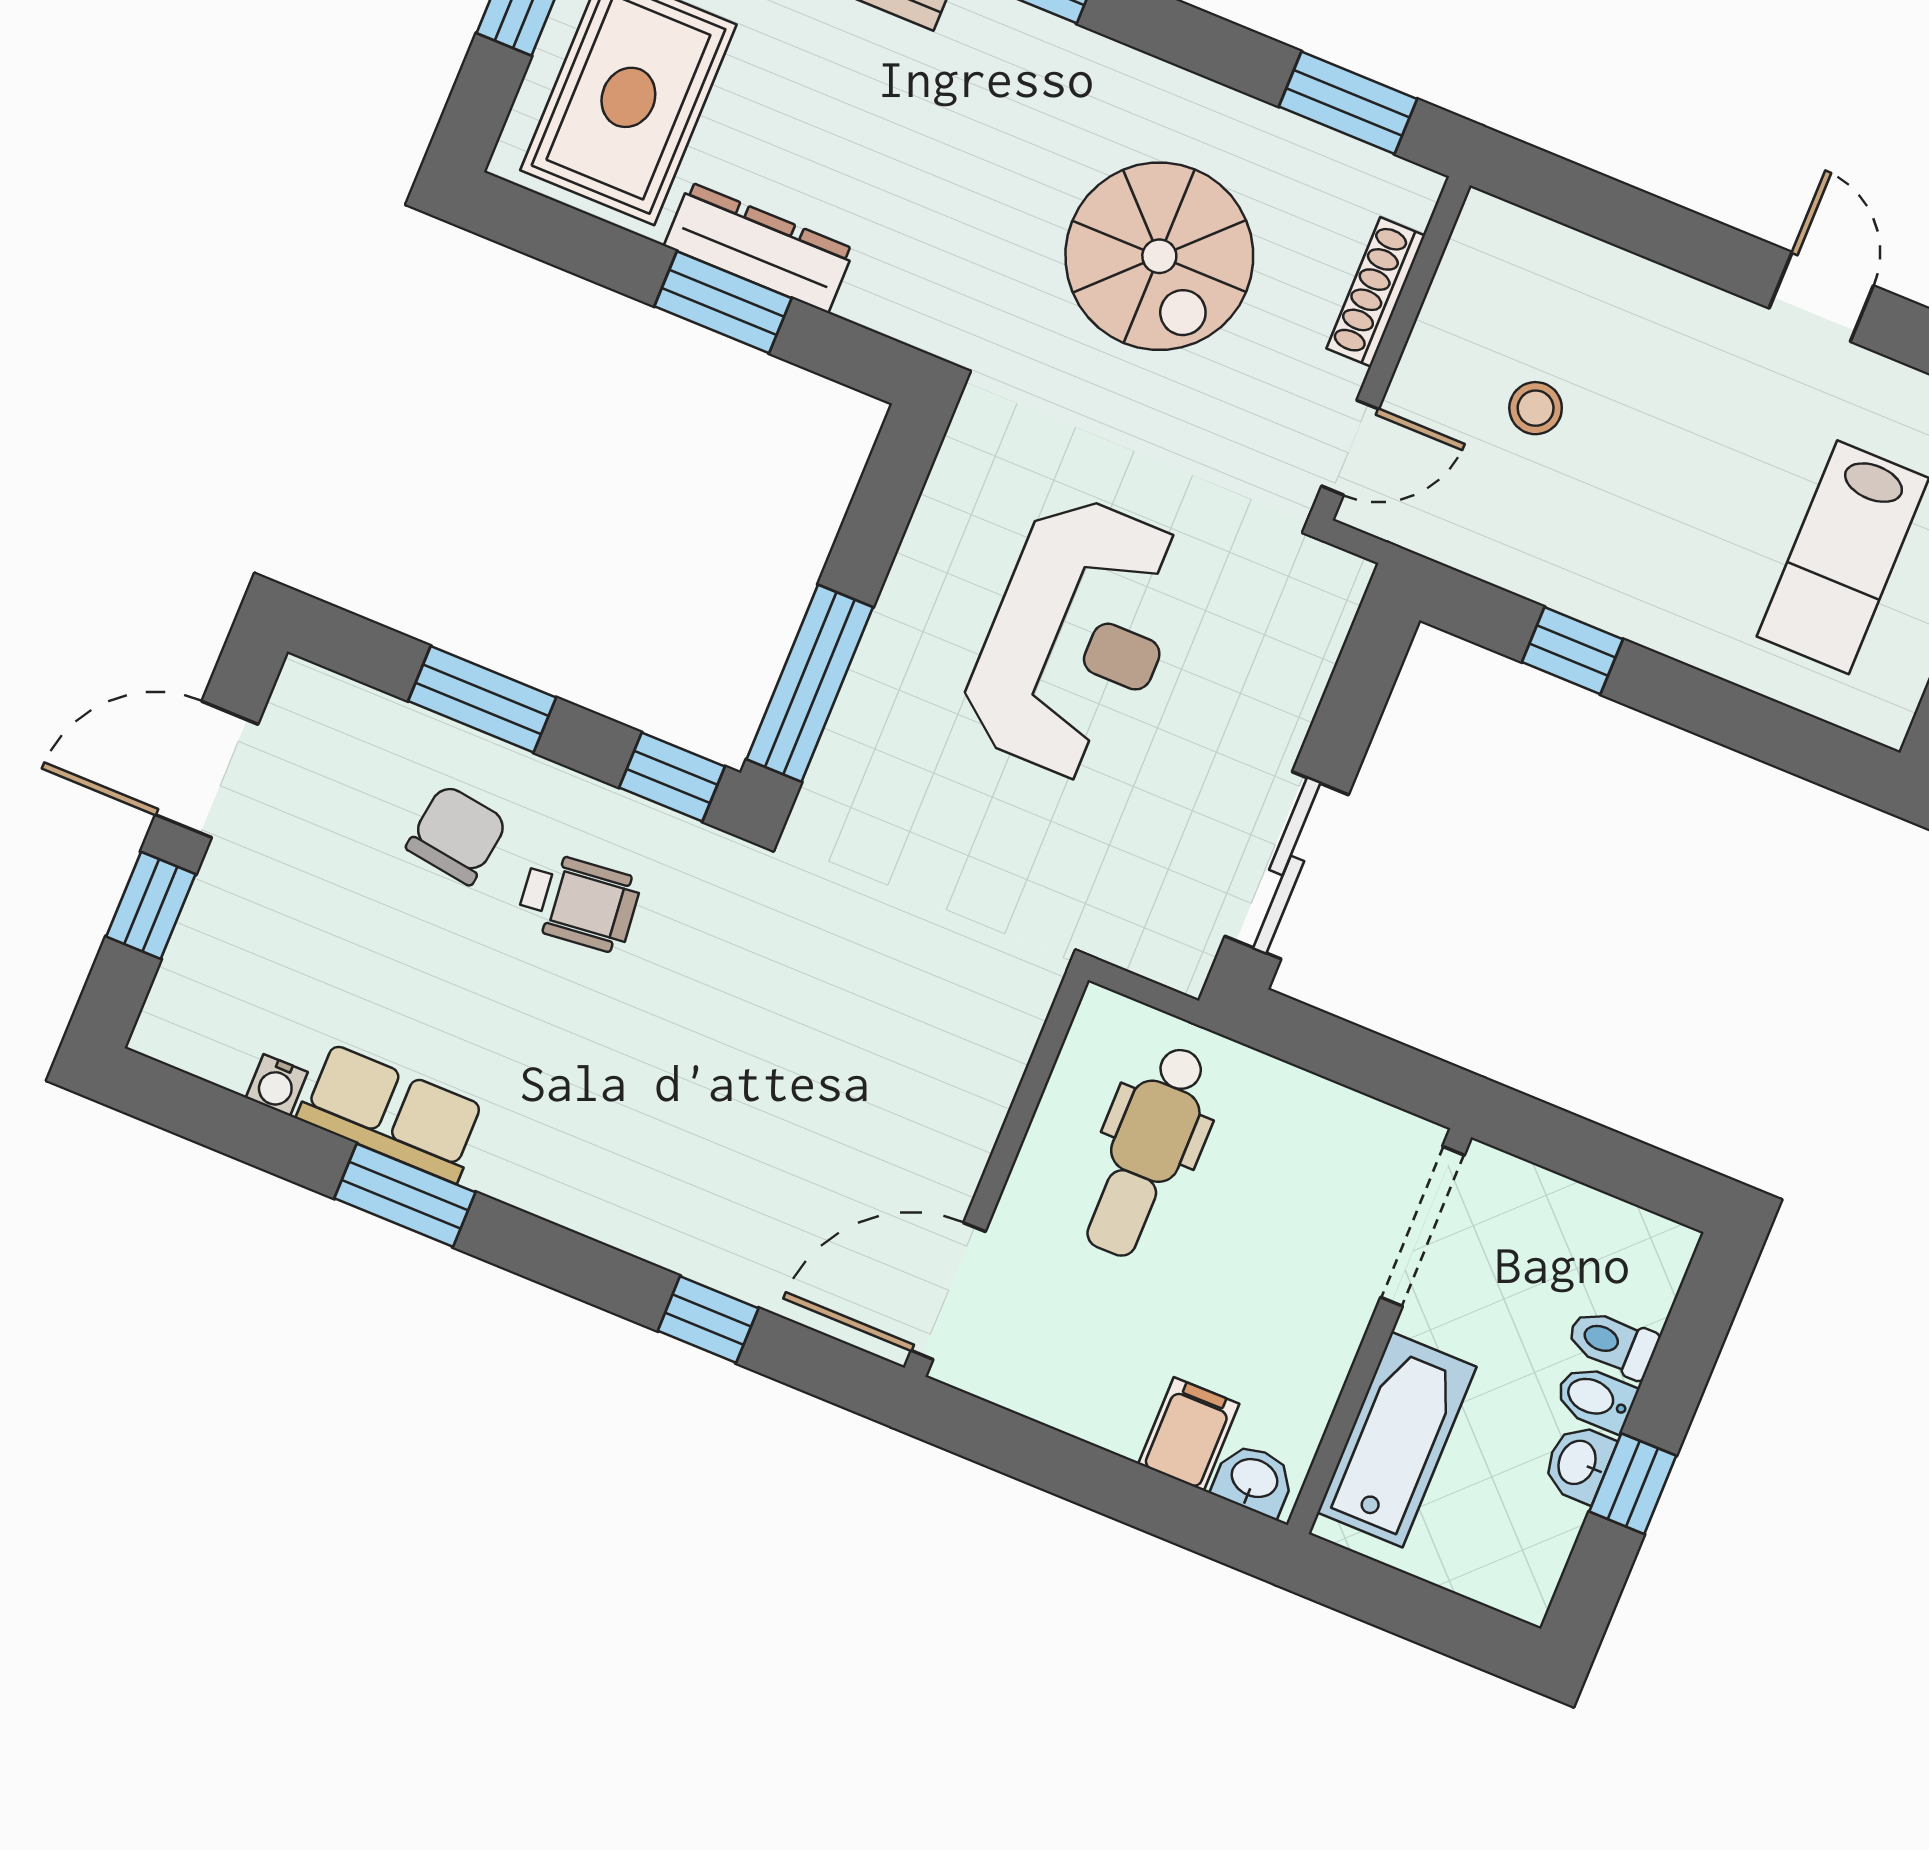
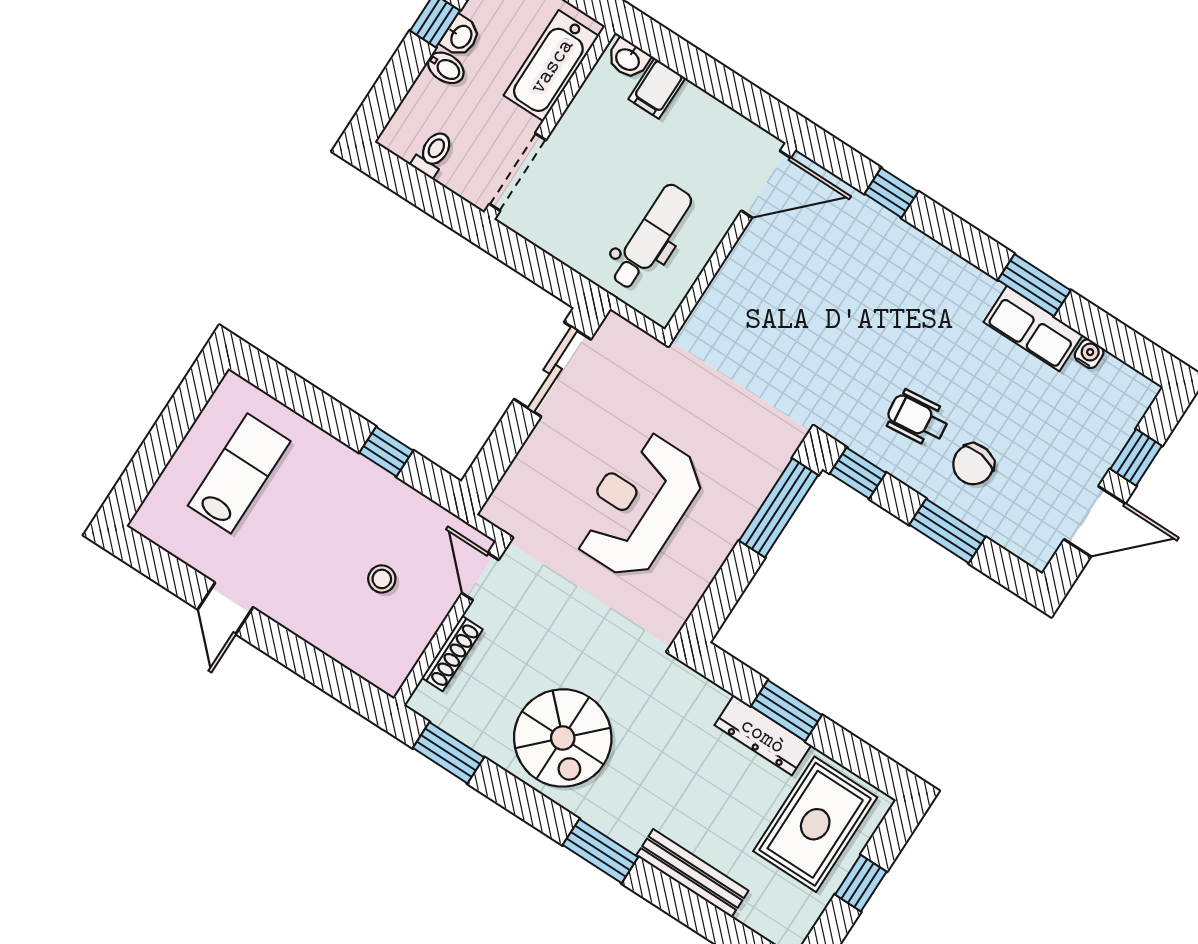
spiral stairs: (1159, 256) -> (563, 738), moved, turned 180
door: (1350, 448) -> (480, 577), hinge flipped
toilet: (1612, 1343) -> (433, 153), moved, turned -90

